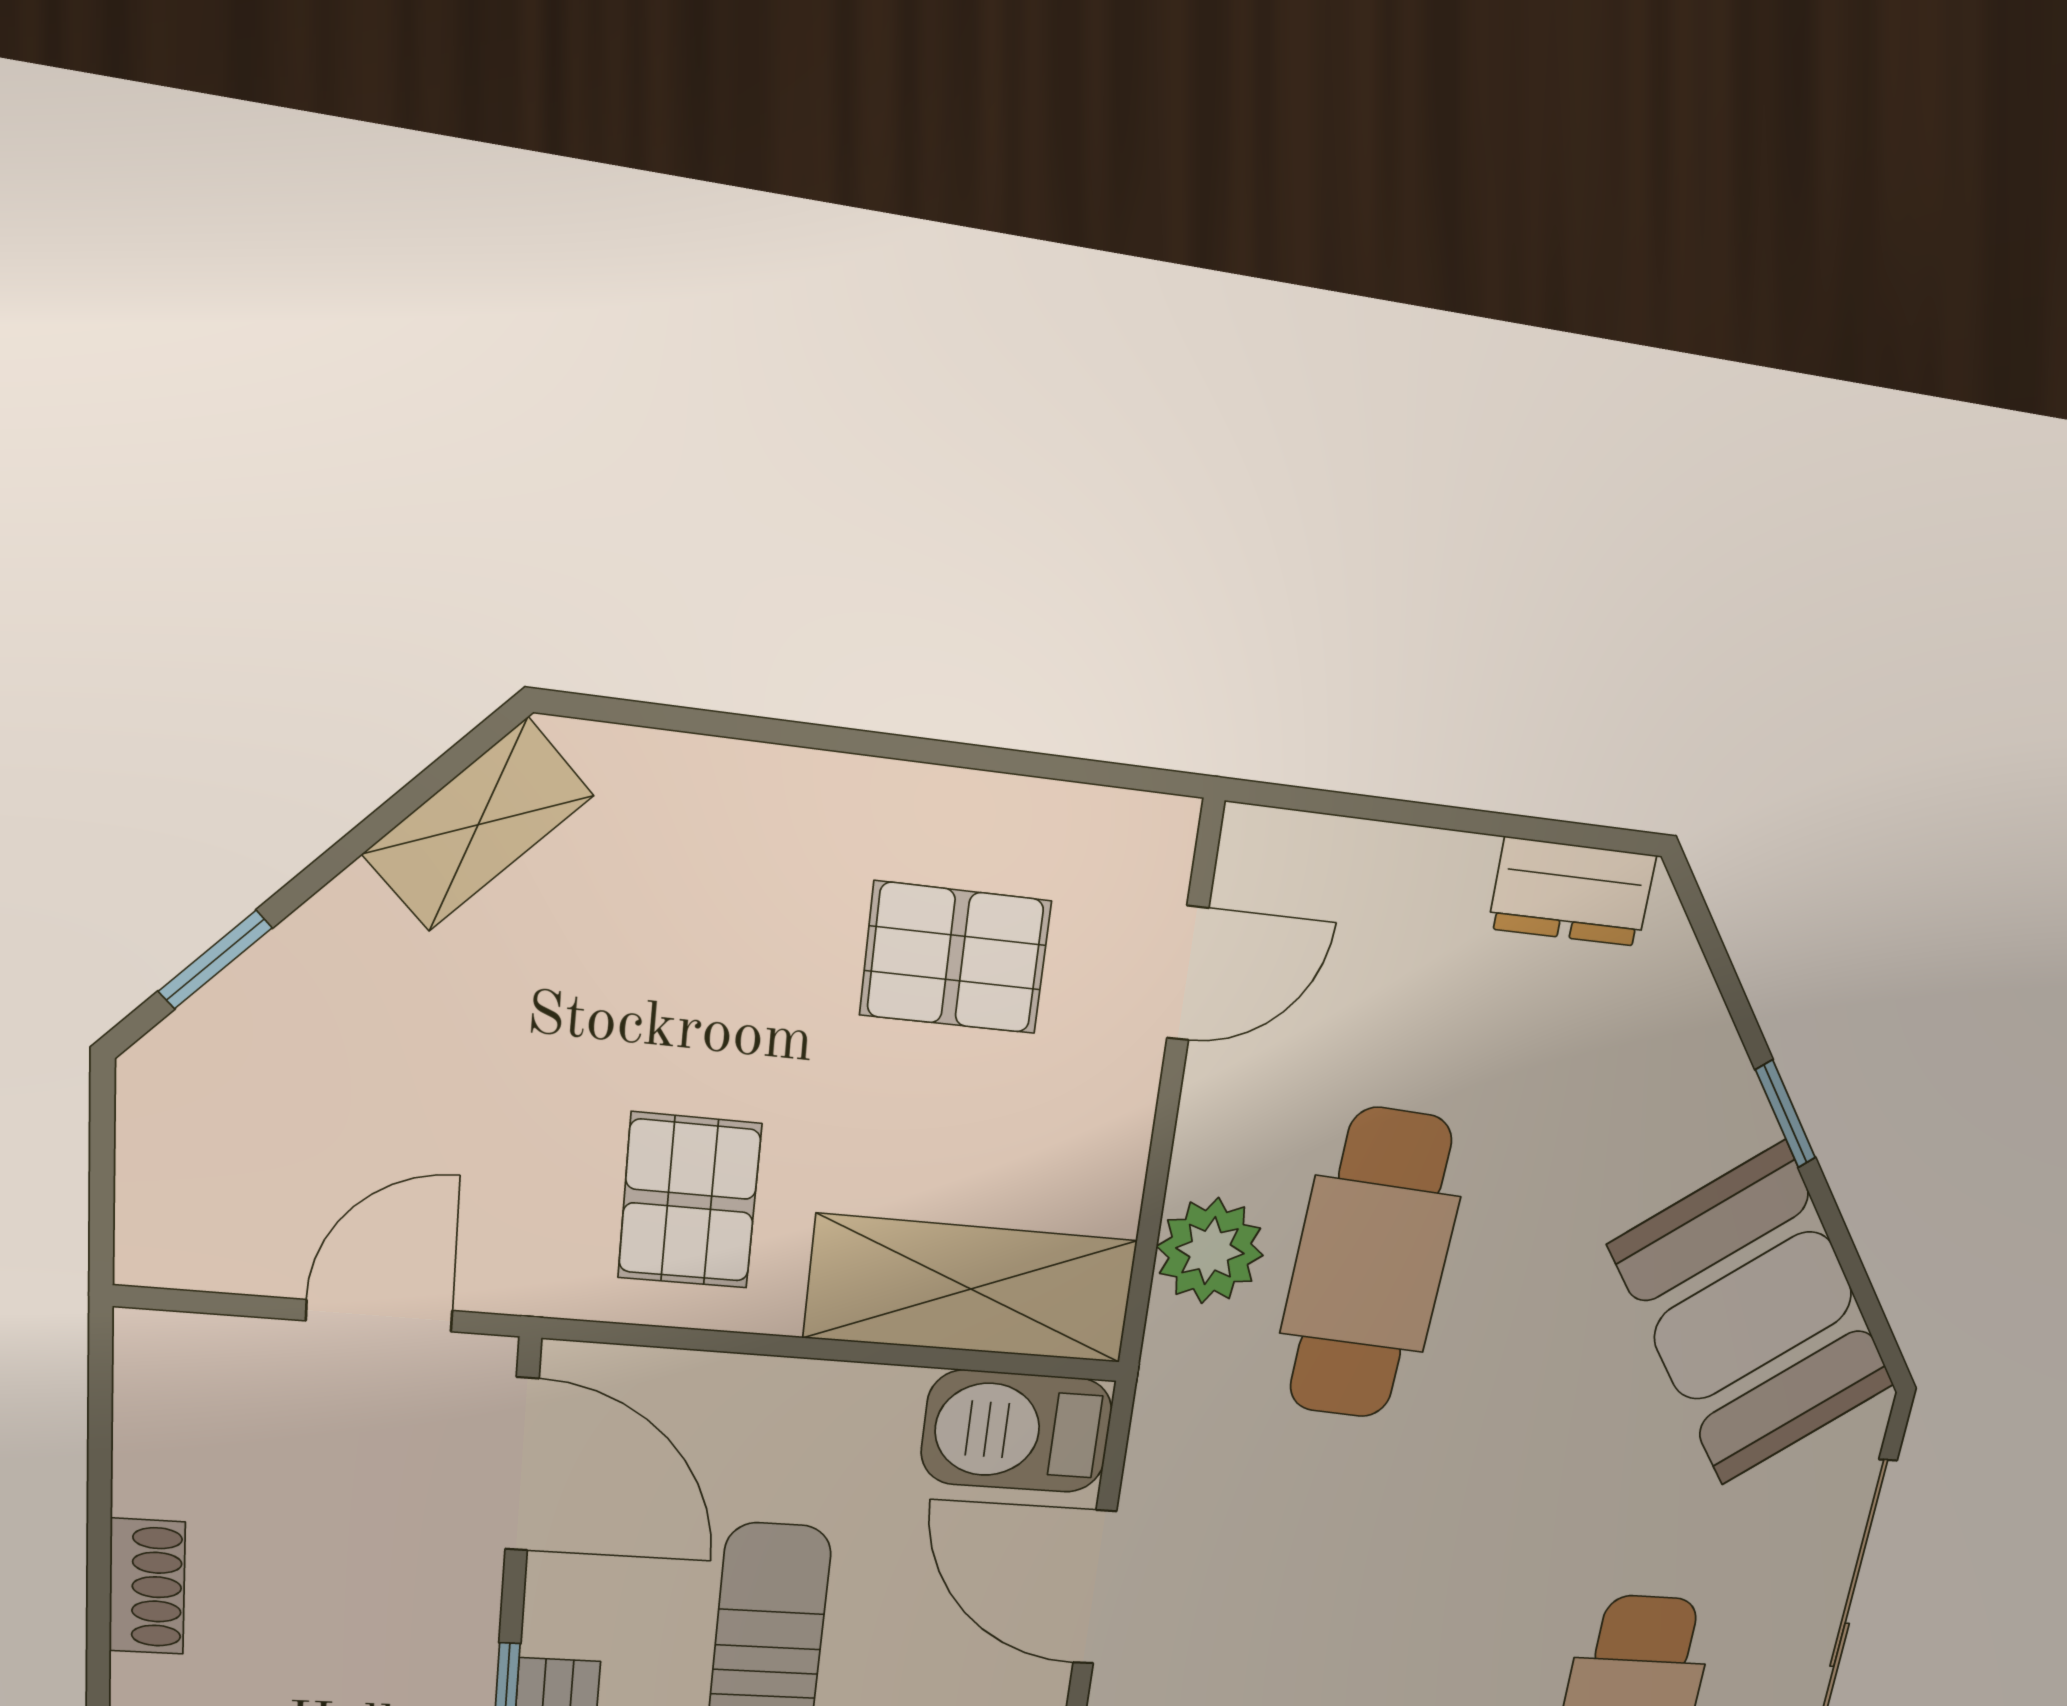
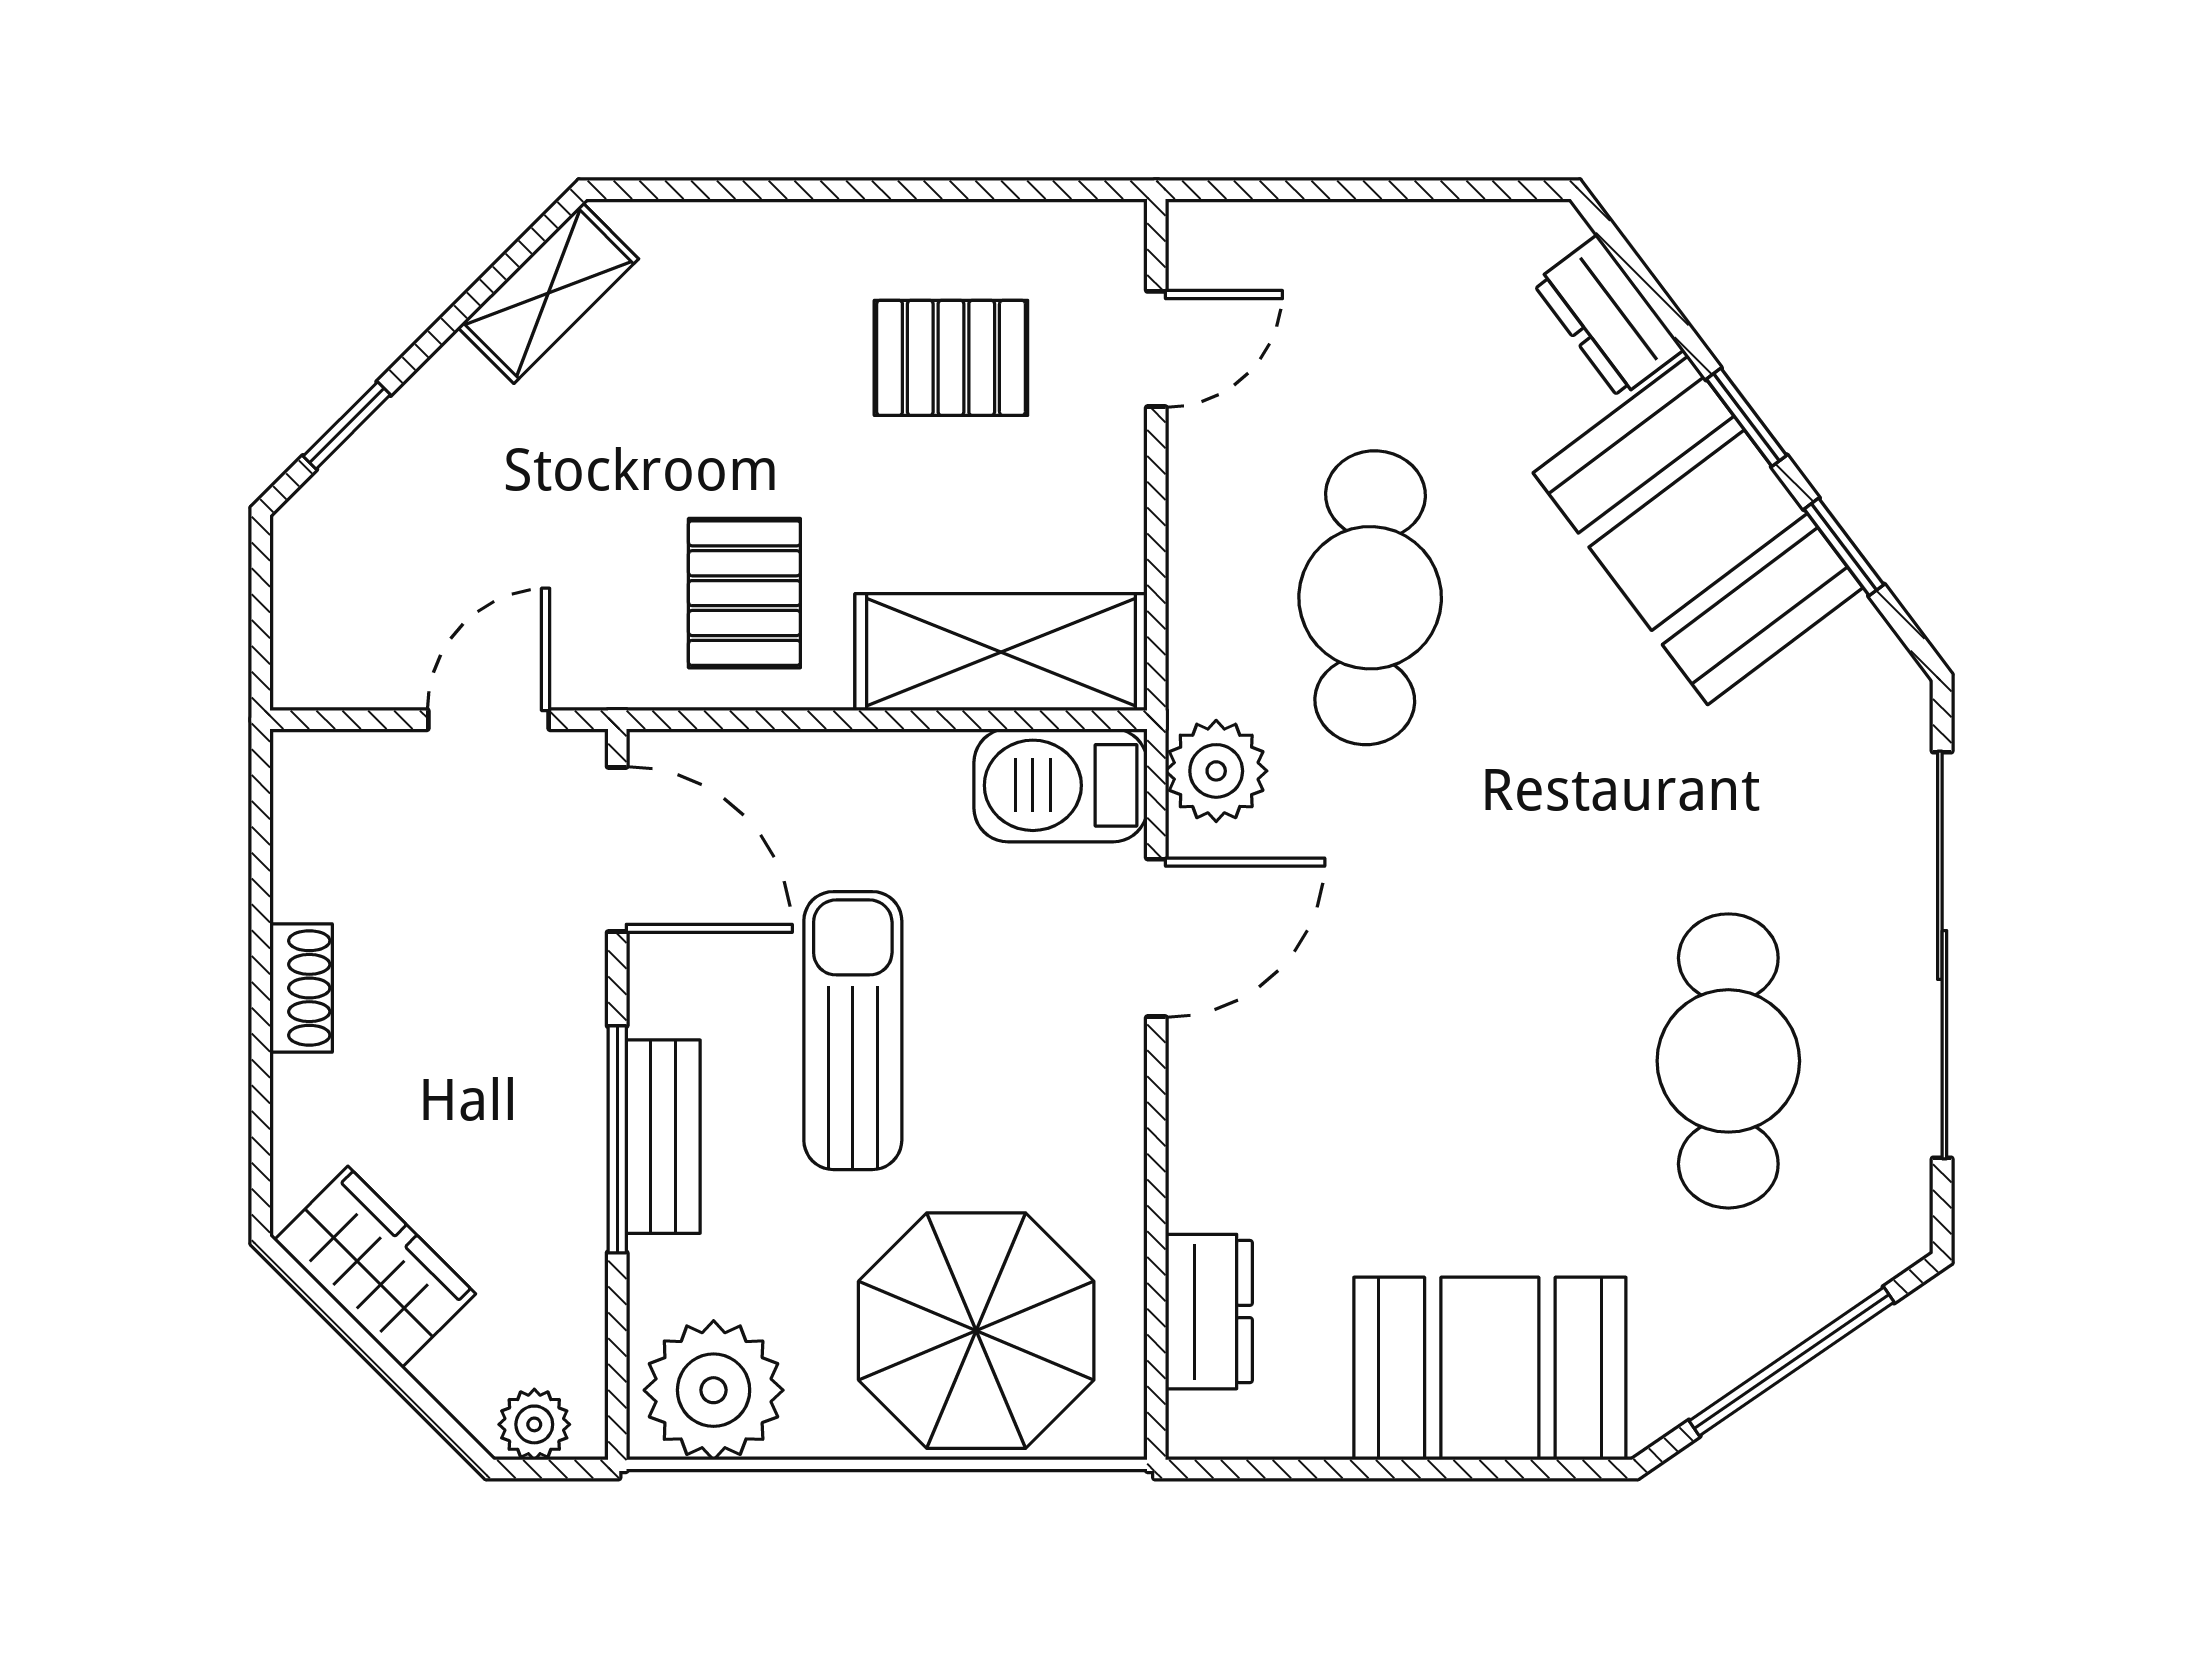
dresser: (1572, 892) -> (1608, 317), moved, turned 53
plant: (1210, 1251) -> (1216, 771), moved
window: (1847, 1255) -> (1844, 547), added
booth: (1753, 1316) -> (1698, 530), moved
door: (1095, 1588) -> (1156, 938), swing flipped

